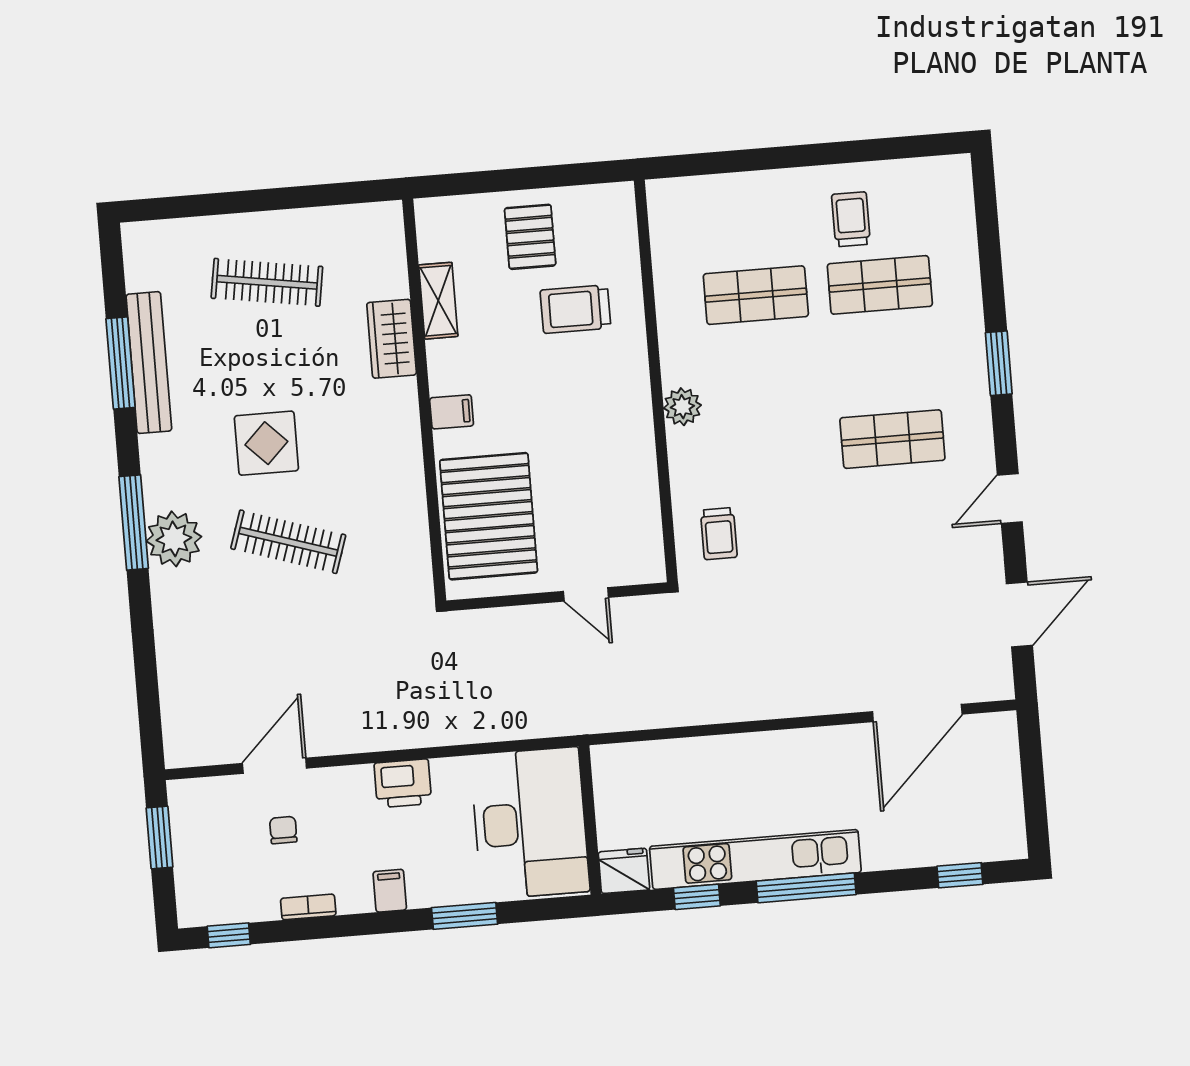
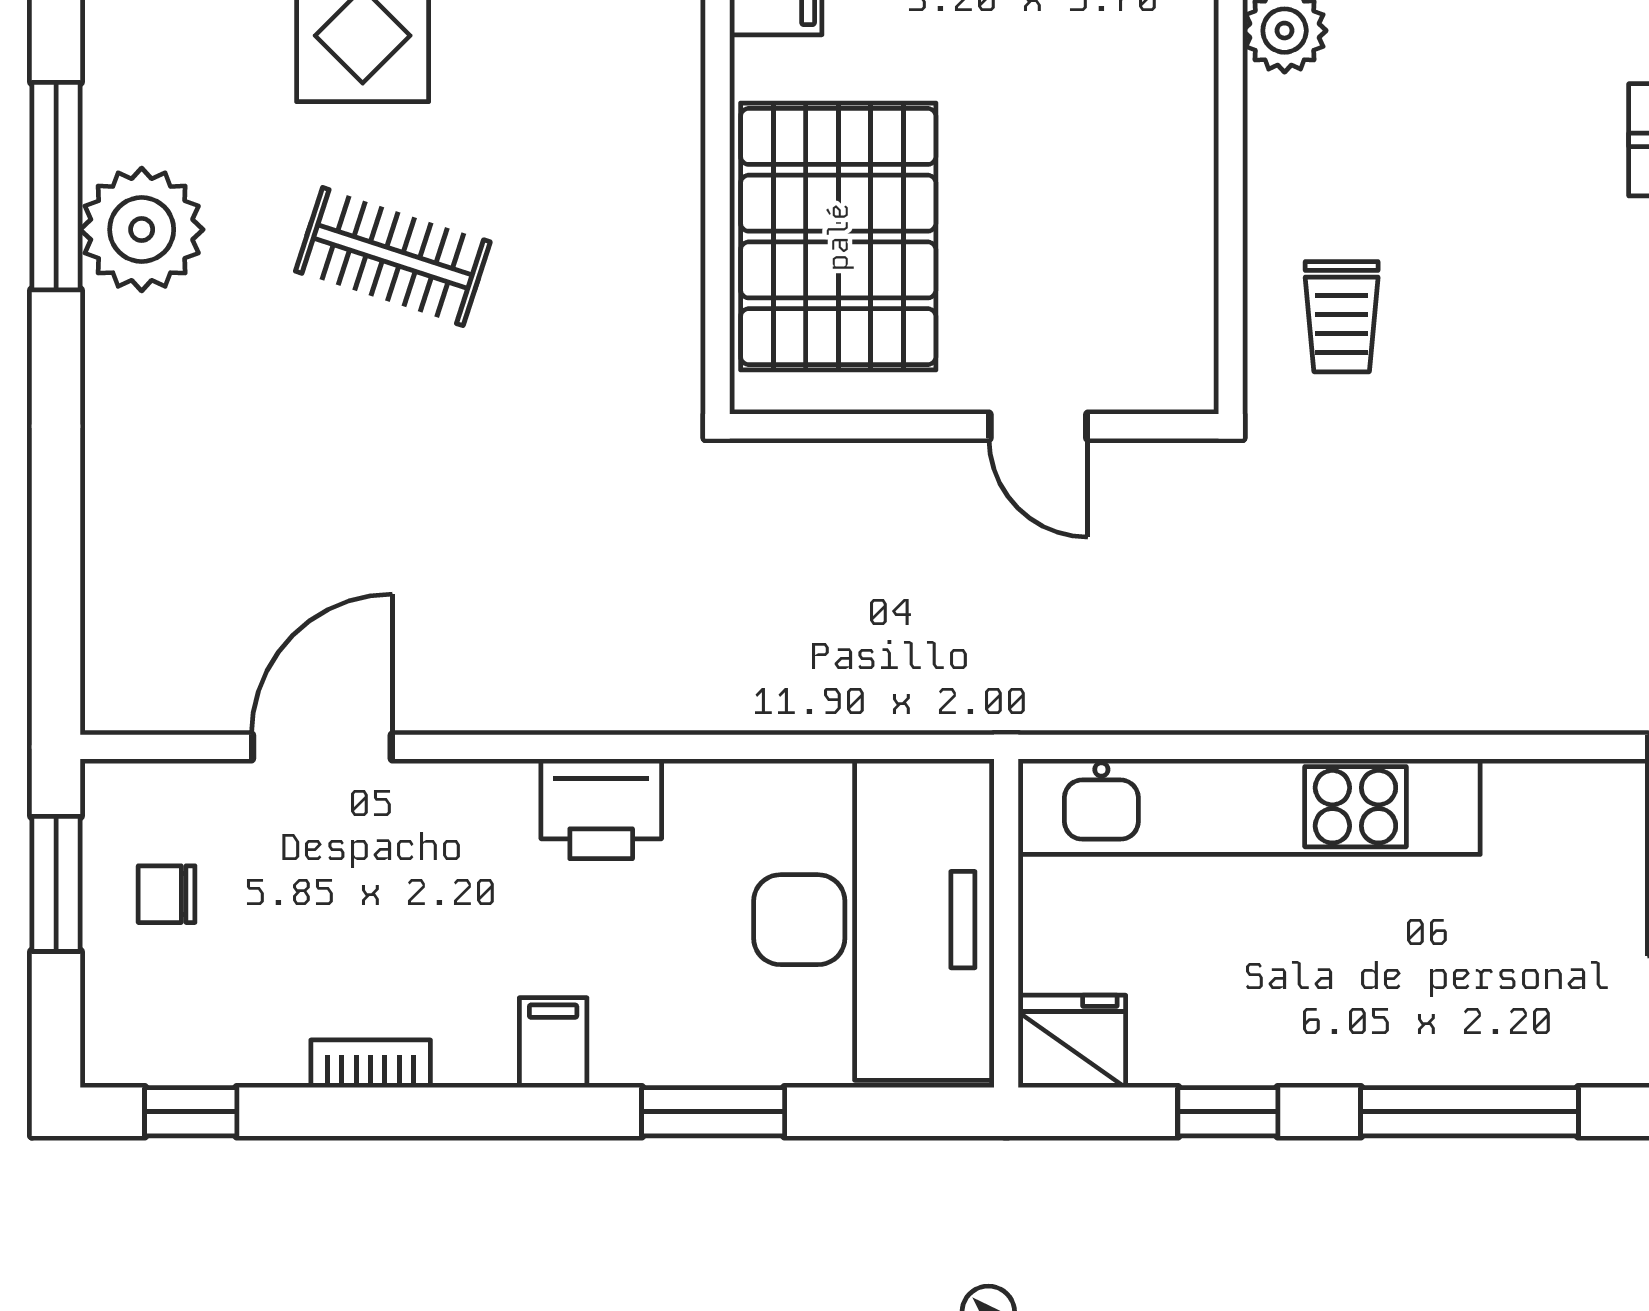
clothes rail: (288, 542) -> (393, 257), width x0.73
chair: (283, 830) -> (167, 894), moved, turned -90
kitchen unit: (755, 859) -> (1249, 807), moved, turned 180

